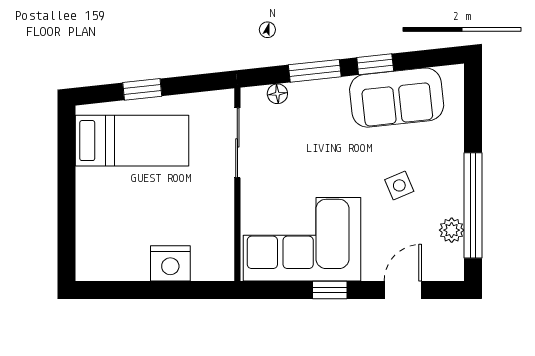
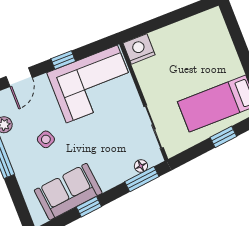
window: (315, 71) -> (142, 179), moved
nightstand: (170, 263) -> (139, 49), moved

